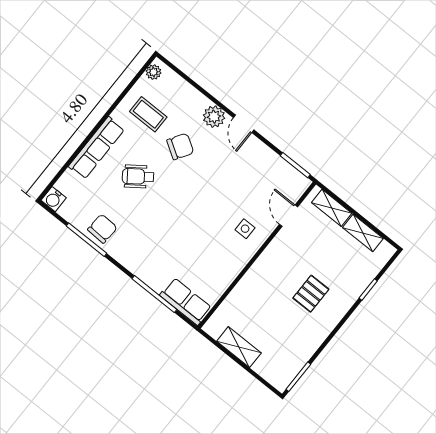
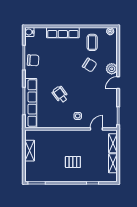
wheelchair: (138, 177) -> (60, 94), moved
row of seats: (186, 301) -> (31, 103), width x2.02

